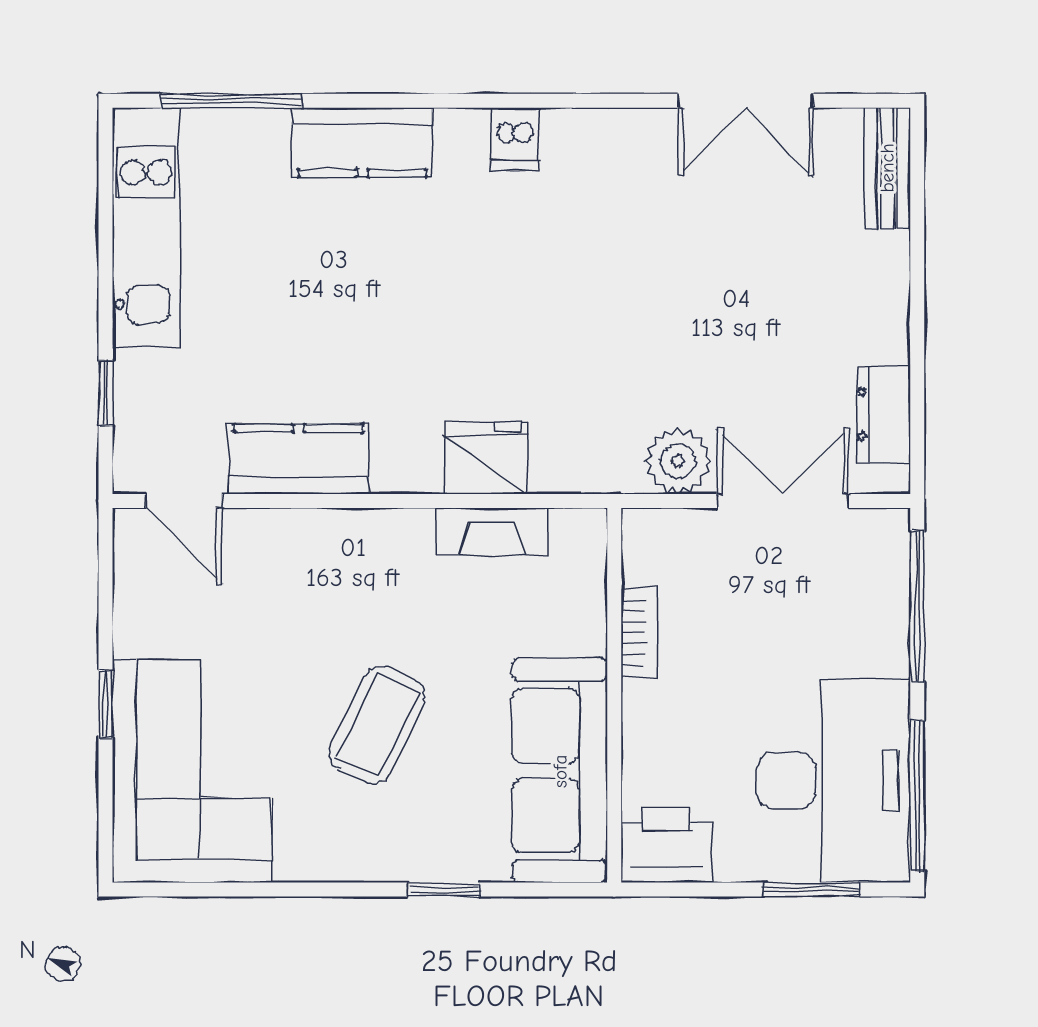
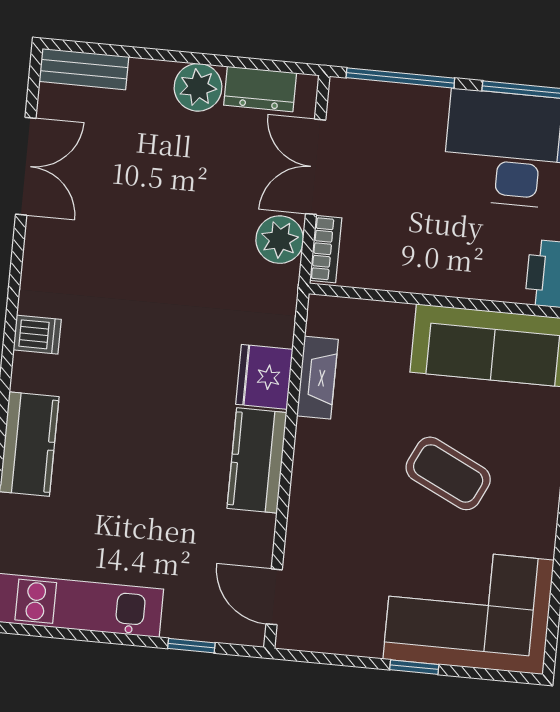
plant: (877, 328) -> (198, 87), added
kitchen counter: (298, 459) -> (257, 460), moved
door: (184, 501) -> (274, 597), swing flipped
bookcase: (639, 633) -> (326, 249), moved, turned 90

